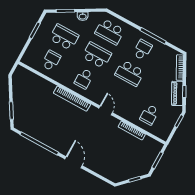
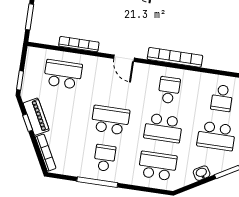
school desk: (142, 50) -> (105, 158), turned 180
school desk: (149, 115) -> (63, 74), width x1.85

